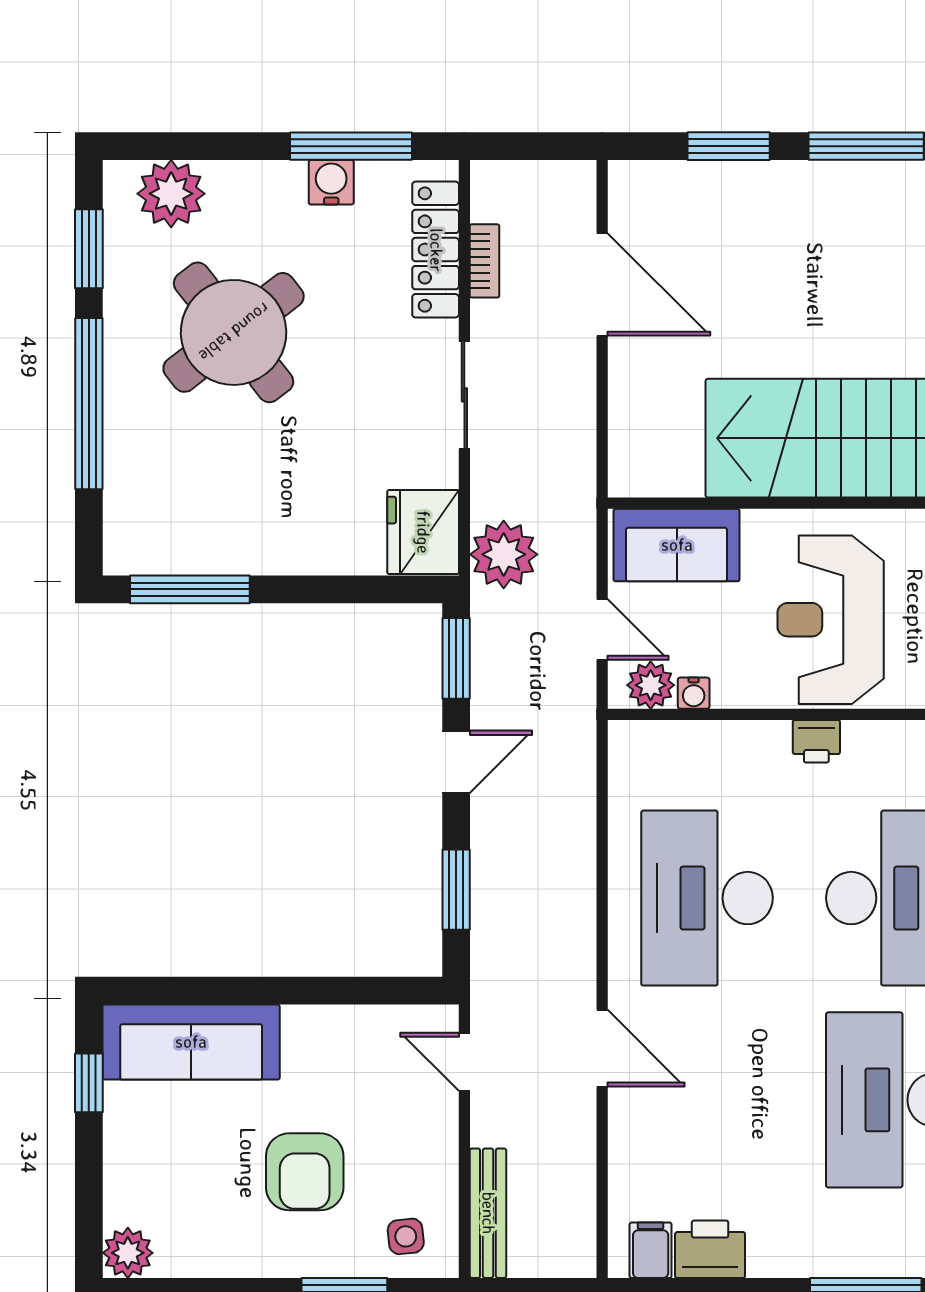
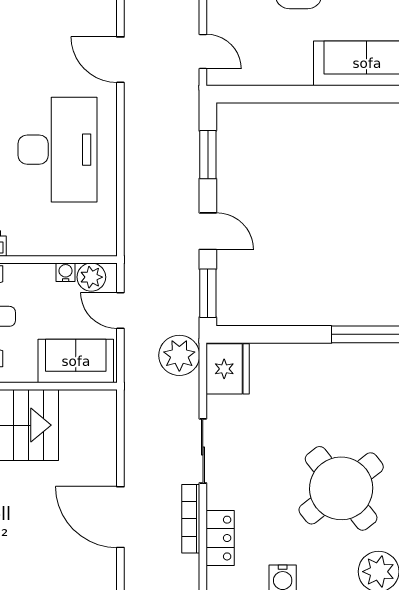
locker: (436, 250) -> (220, 538), width x0.66
bookcase: (485, 261) -> (191, 519), width x1.56
door: (456, 762) -> (208, 231), swing flipped

